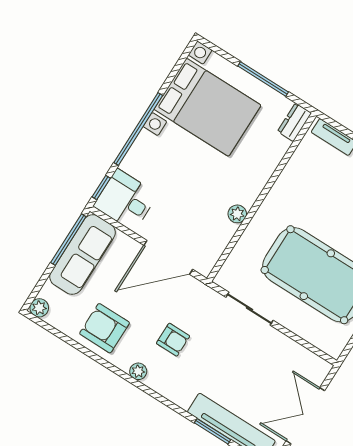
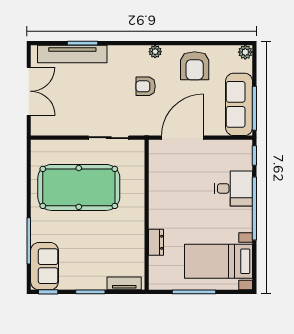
bed with nightstands: (207, 107) -> (218, 261), width x0.73
dresser: (295, 122) -> (156, 242), moved
desk: (126, 200) -> (233, 188), moved
plant: (237, 214) -> (155, 194), removed
armchair: (105, 328) -> (195, 66), turned 90

